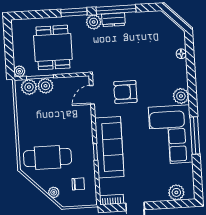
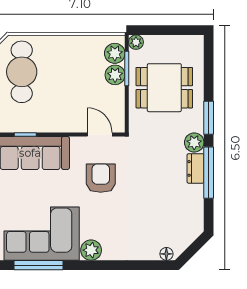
floor lamp: (181, 54) -> (166, 254), moved

